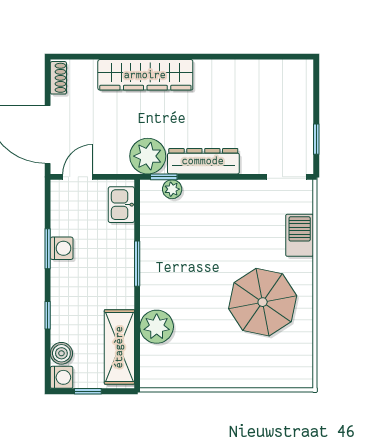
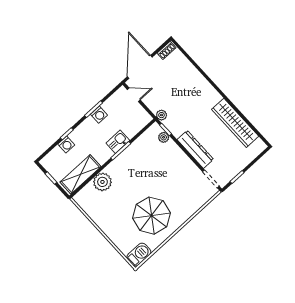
wardrobe: (145, 75) -> (235, 123), moved
plant: (148, 156) -> (161, 115), width x0.53, depth x0.53
dresser: (203, 161) -> (195, 149), moved
kitchen sink: (121, 205) -> (118, 142), moved
barbecue: (300, 235) -> (139, 255), moved
boiler: (61, 353) -> (57, 153), removed
washing machine: (62, 377) -> (66, 145), moved

